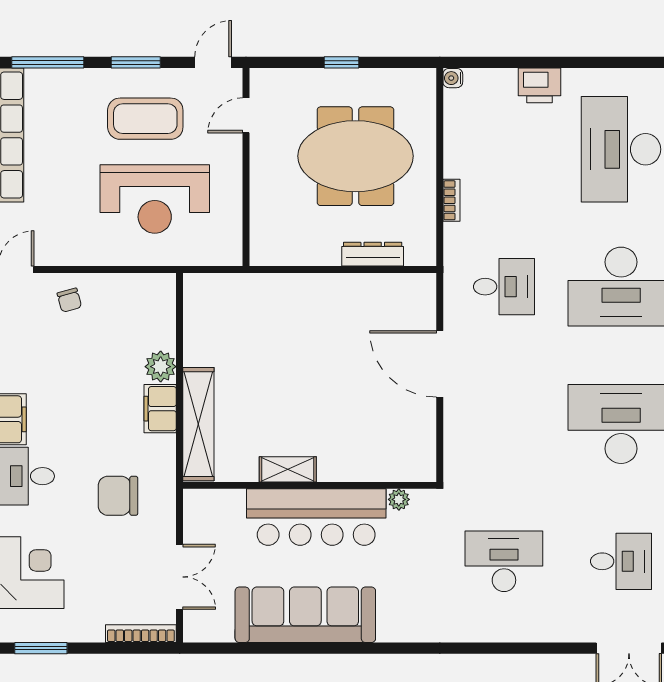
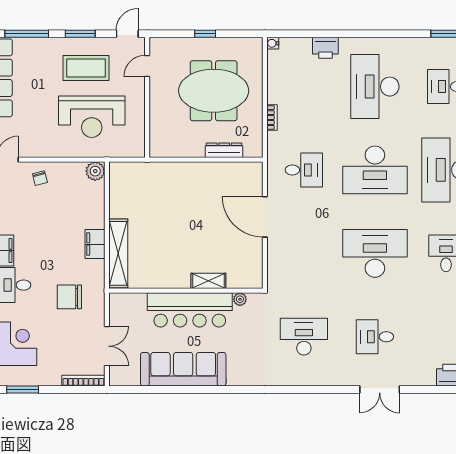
plant: (161, 367) -> (95, 171), moved
shelving: (288, 469) -> (208, 281), moved
desk: (621, 561) -> (375, 337), turned 180

